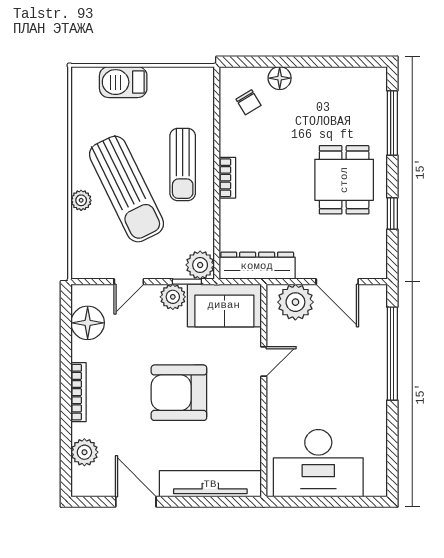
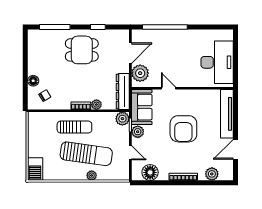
barbecue: (123, 82) -> (35, 169), moved
sun lounger: (126, 189) -> (86, 154), turned 34
plant: (230, 211) -> (96, 105), added

